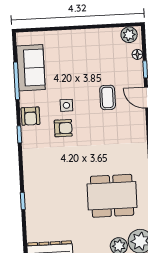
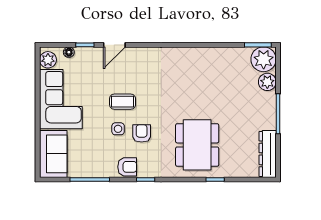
corner sofa: (92, 49) -> (61, 99), added
sofa: (31, 68) -> (53, 154), moved, turned 90
coffee table: (108, 97) -> (123, 102), moved
dining table: (112, 196) -> (197, 145), moved

